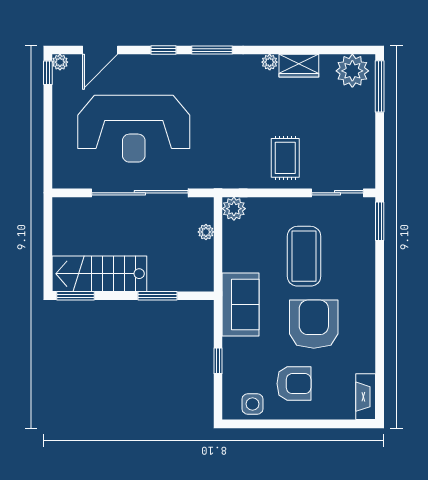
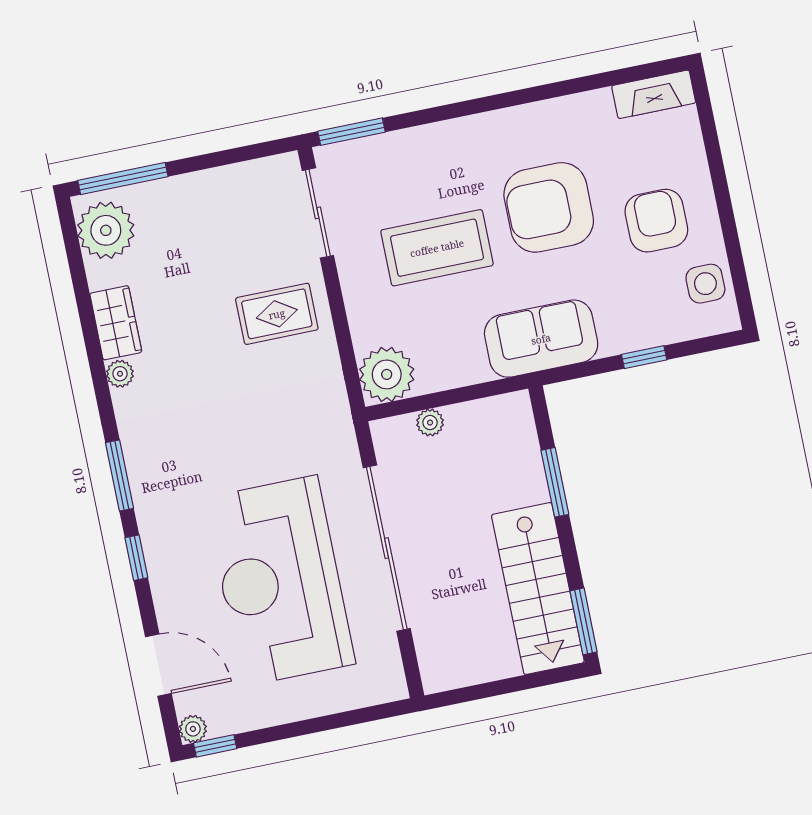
reception desk: (134, 129) -> (280, 581), turned 180
plant: (234, 209) -> (387, 374), width x1.36, depth x1.36

